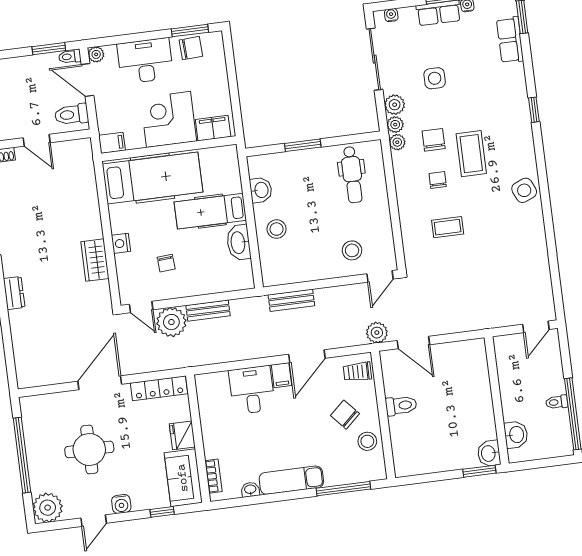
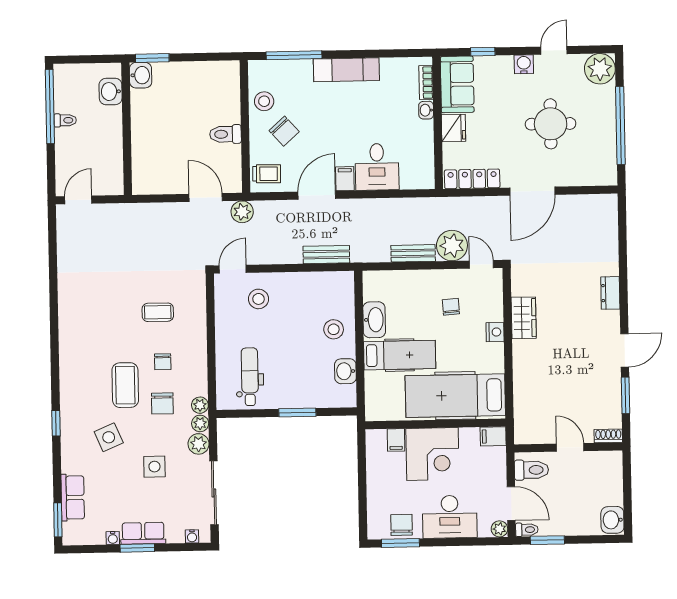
chair: (191, 48) -> (401, 525), turned 93
filing cabinet: (213, 128) -> (396, 440), width x0.50
side table: (524, 190) -> (109, 437), moved
washbasin: (250, 490) -> (426, 110), moved, turned 90

